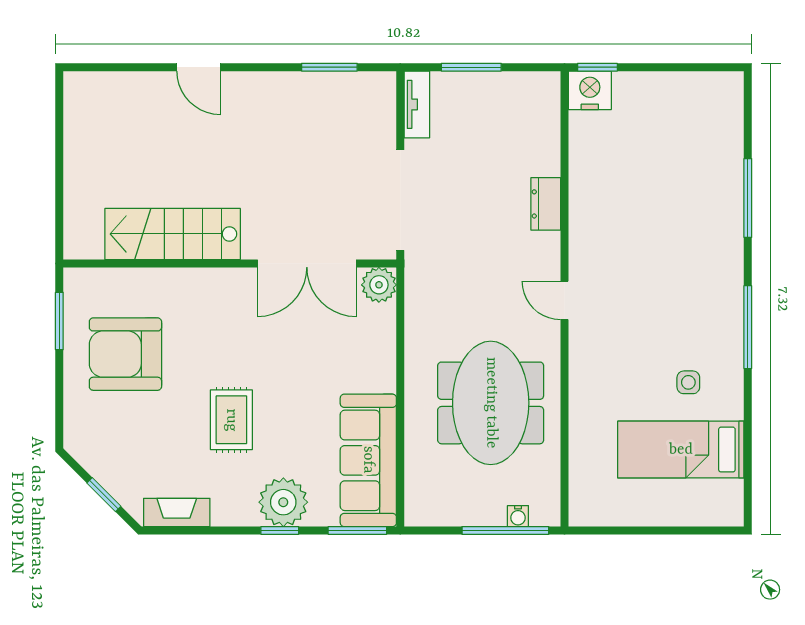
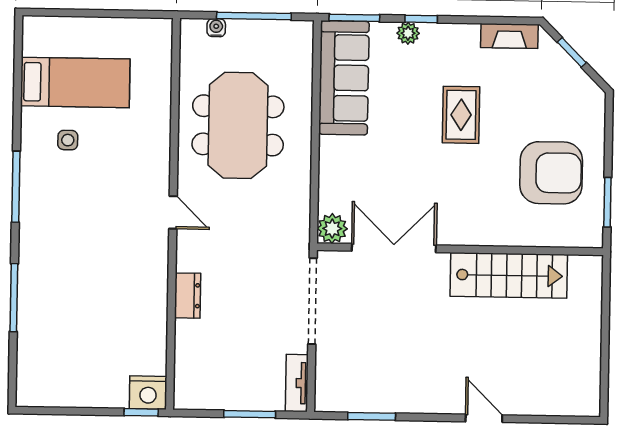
plant: (283, 502) -> (408, 33), width x0.53, depth x0.53
window: (505, 530) -> (254, 16), moved

